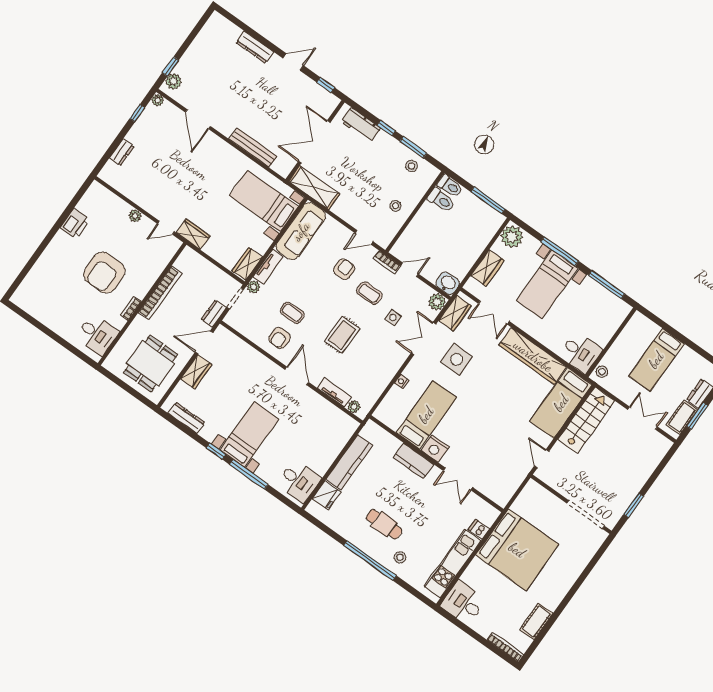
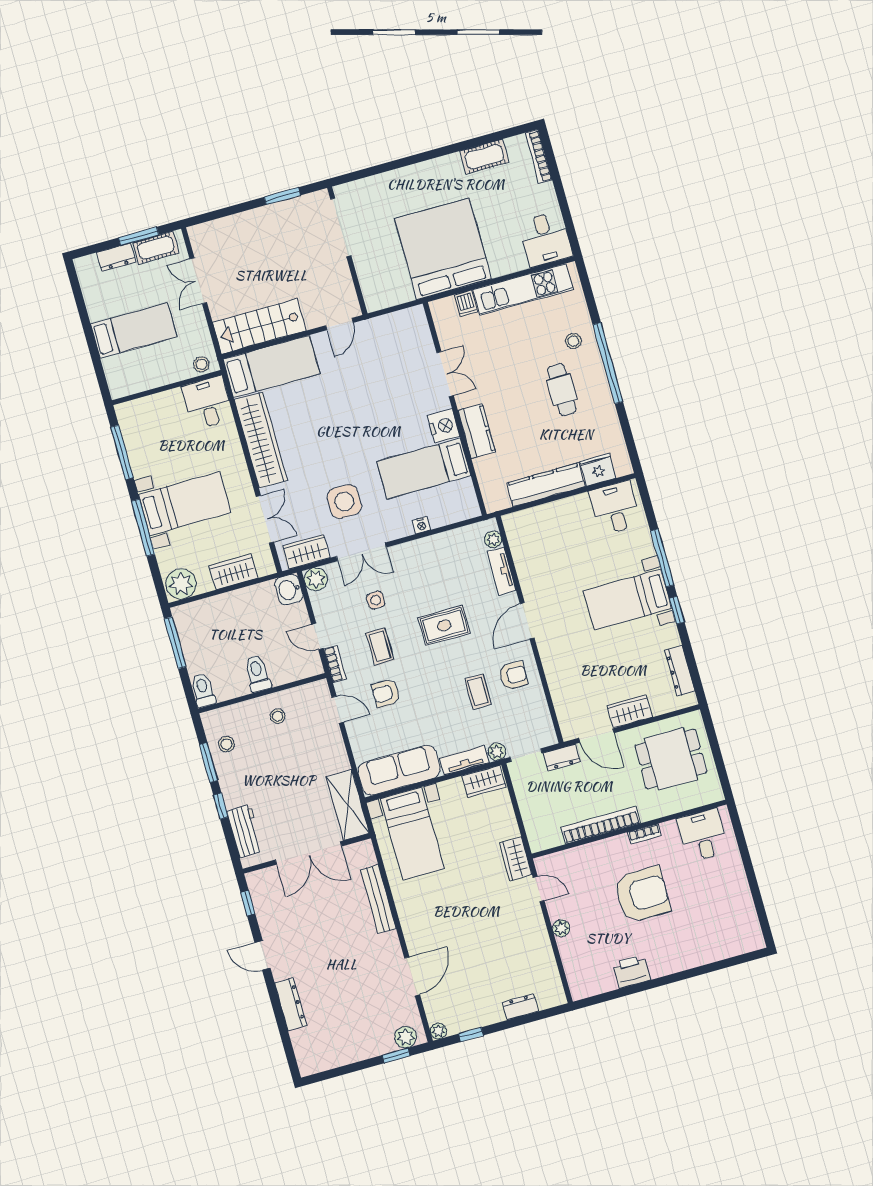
toilet: (441, 200) -> (257, 673), moved

